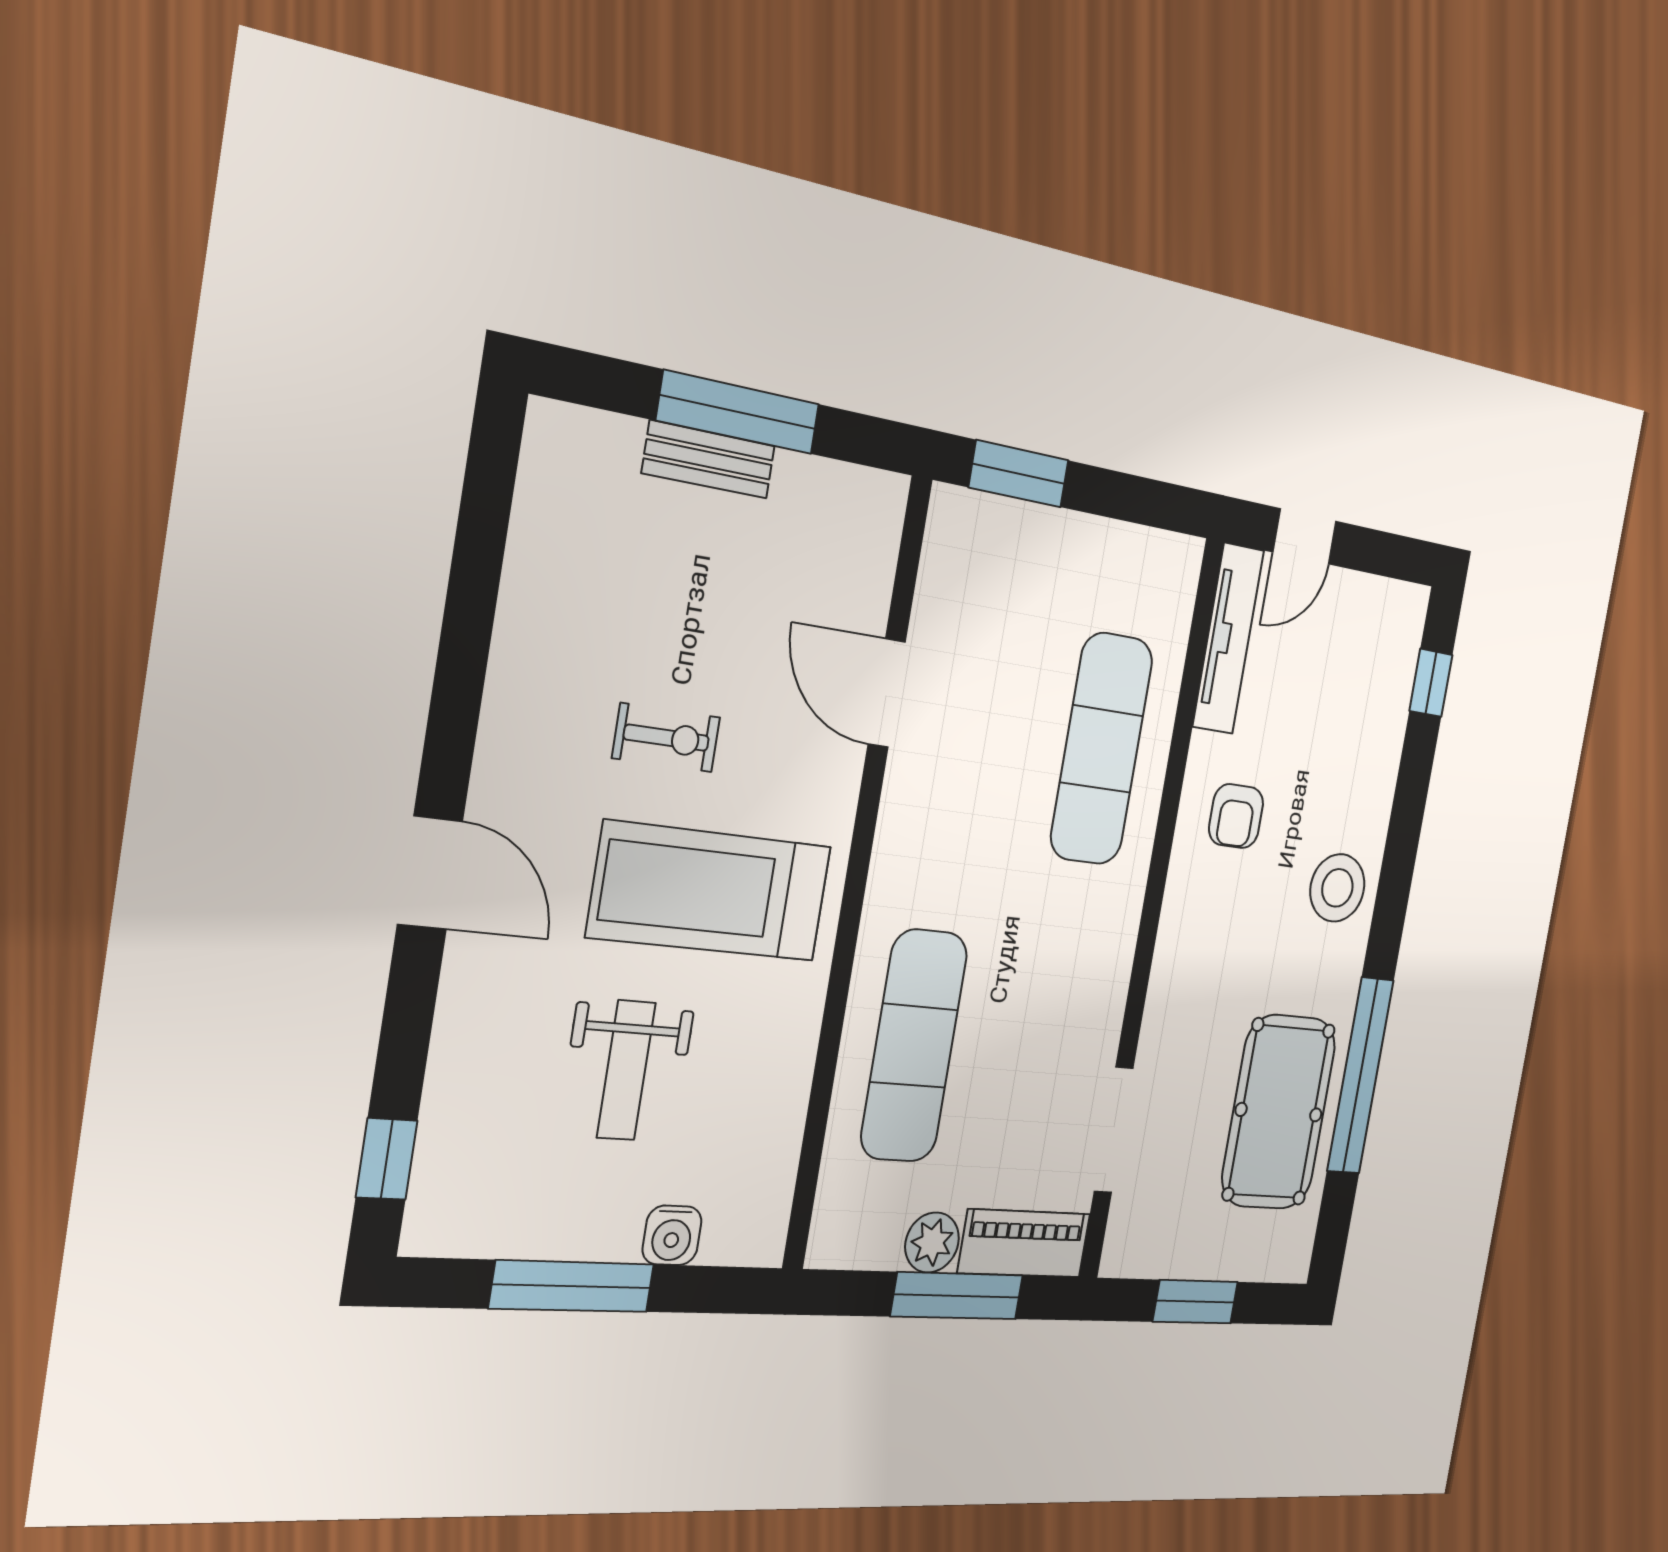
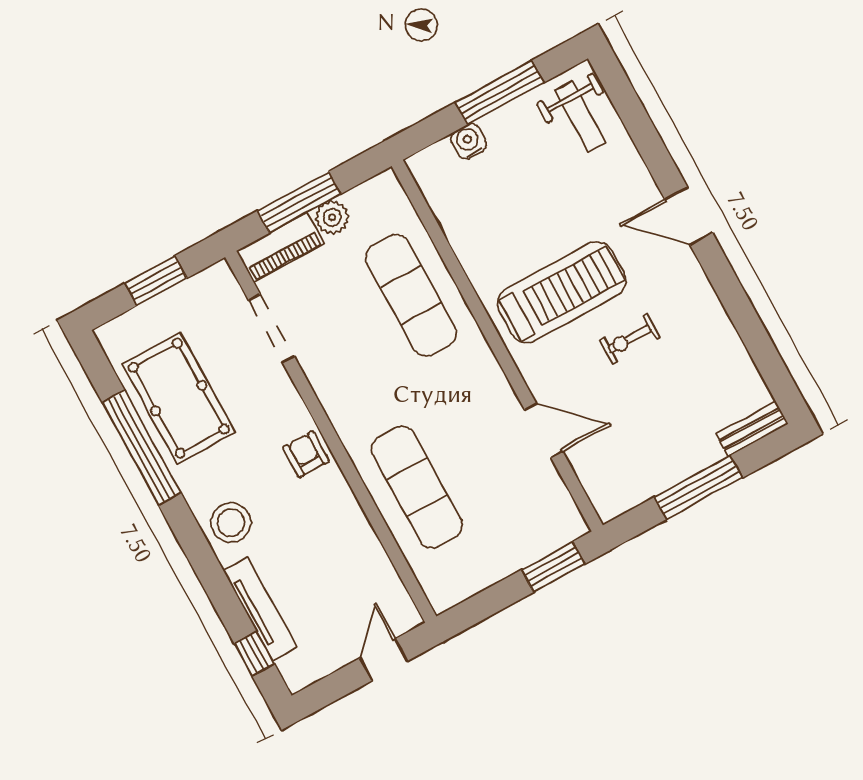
bench: (709, 459) -> (752, 429), moved
tv unit: (1228, 639) -> (260, 609), moved, turned 180
armchair: (1236, 816) -> (306, 454), moved
weight bench: (626, 1070) -> (580, 116), moved, turned 180
window: (387, 1159) -> (622, 94), removed

